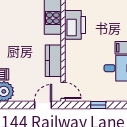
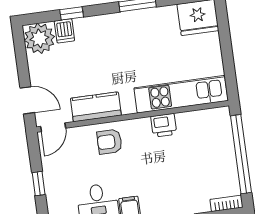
printer: (75, 25) -> (164, 125), width x0.53, depth x0.68
armchair: (77, 55) -> (110, 142), added

